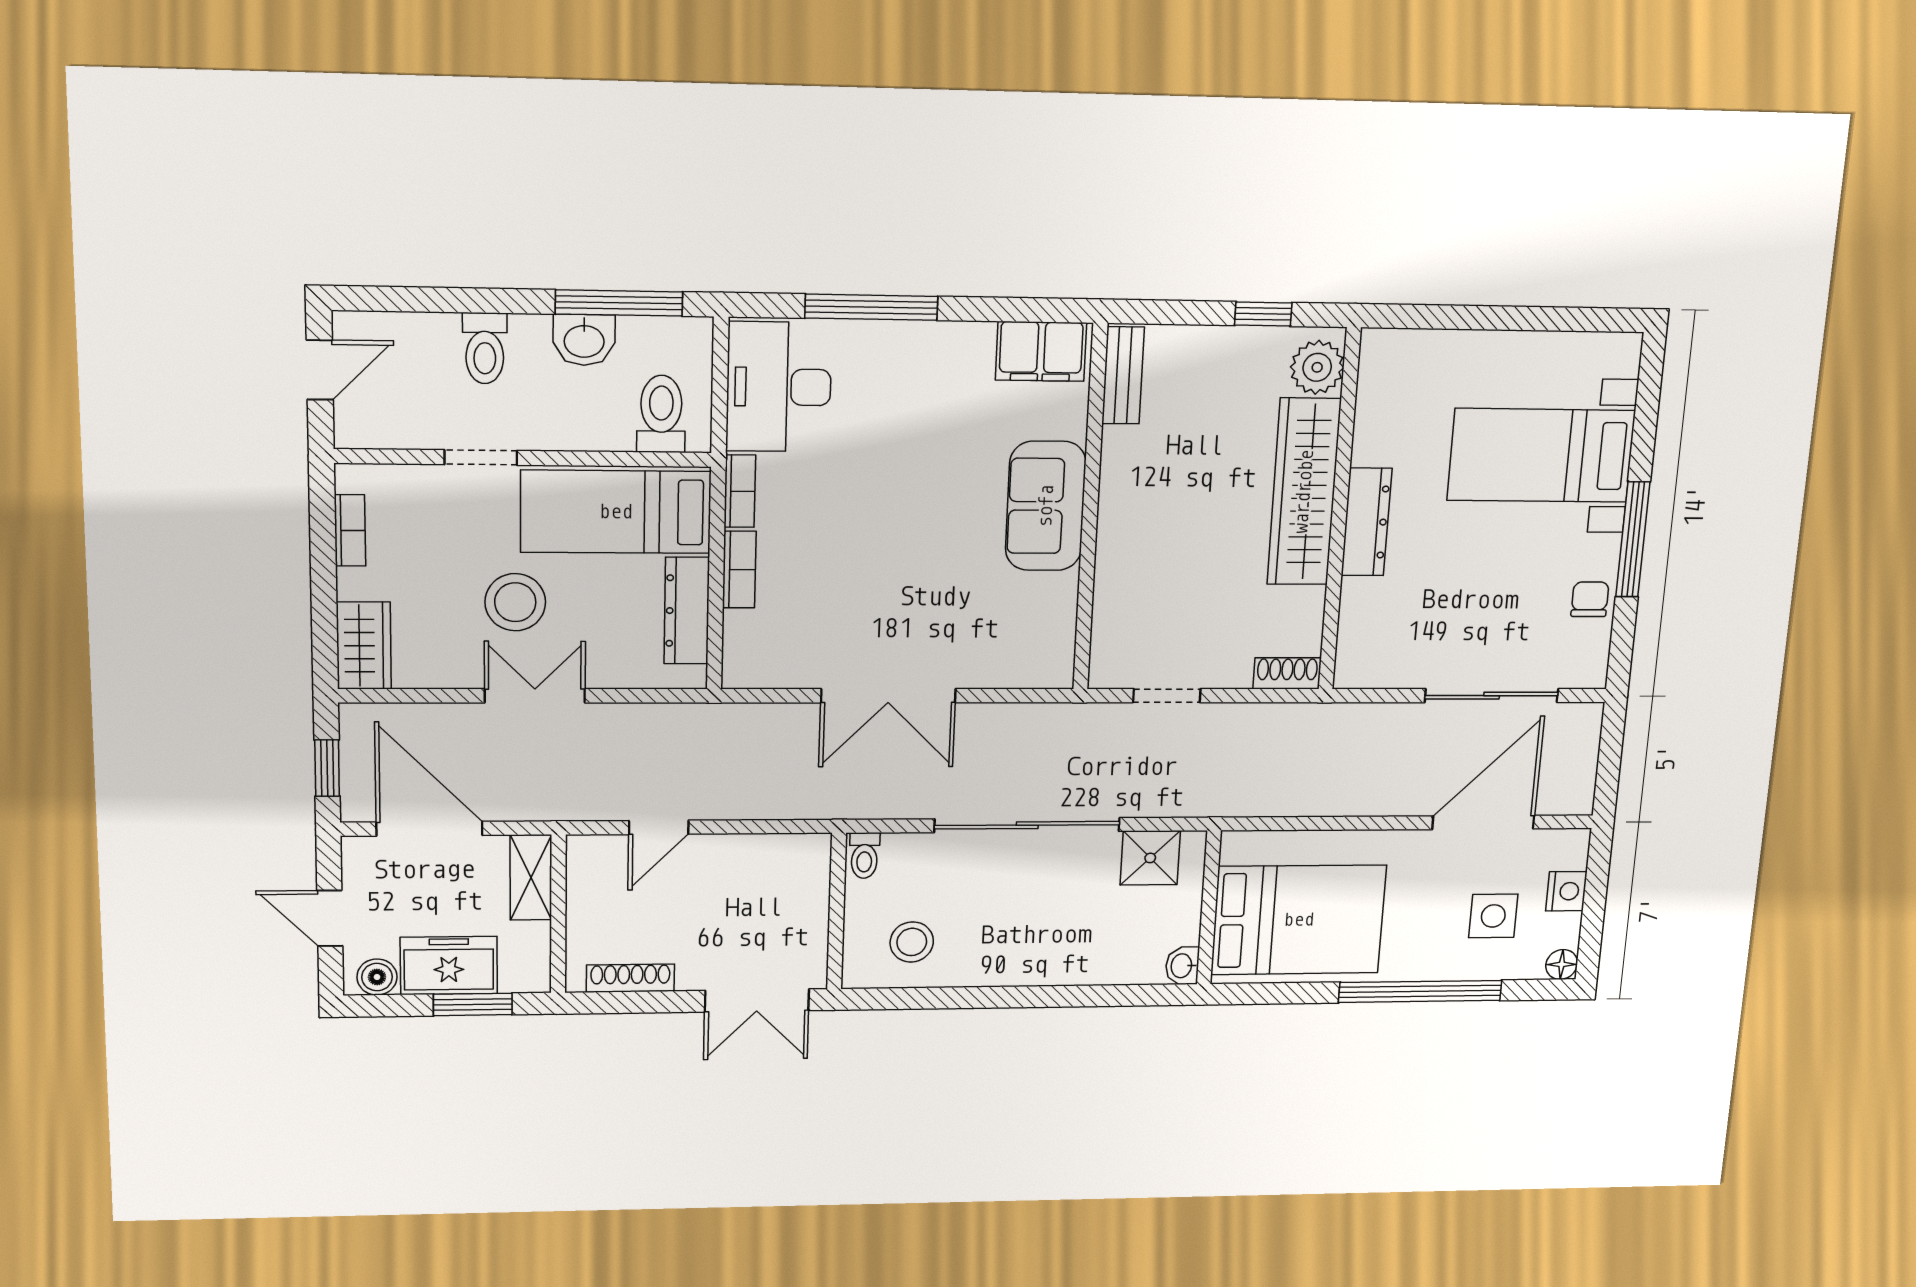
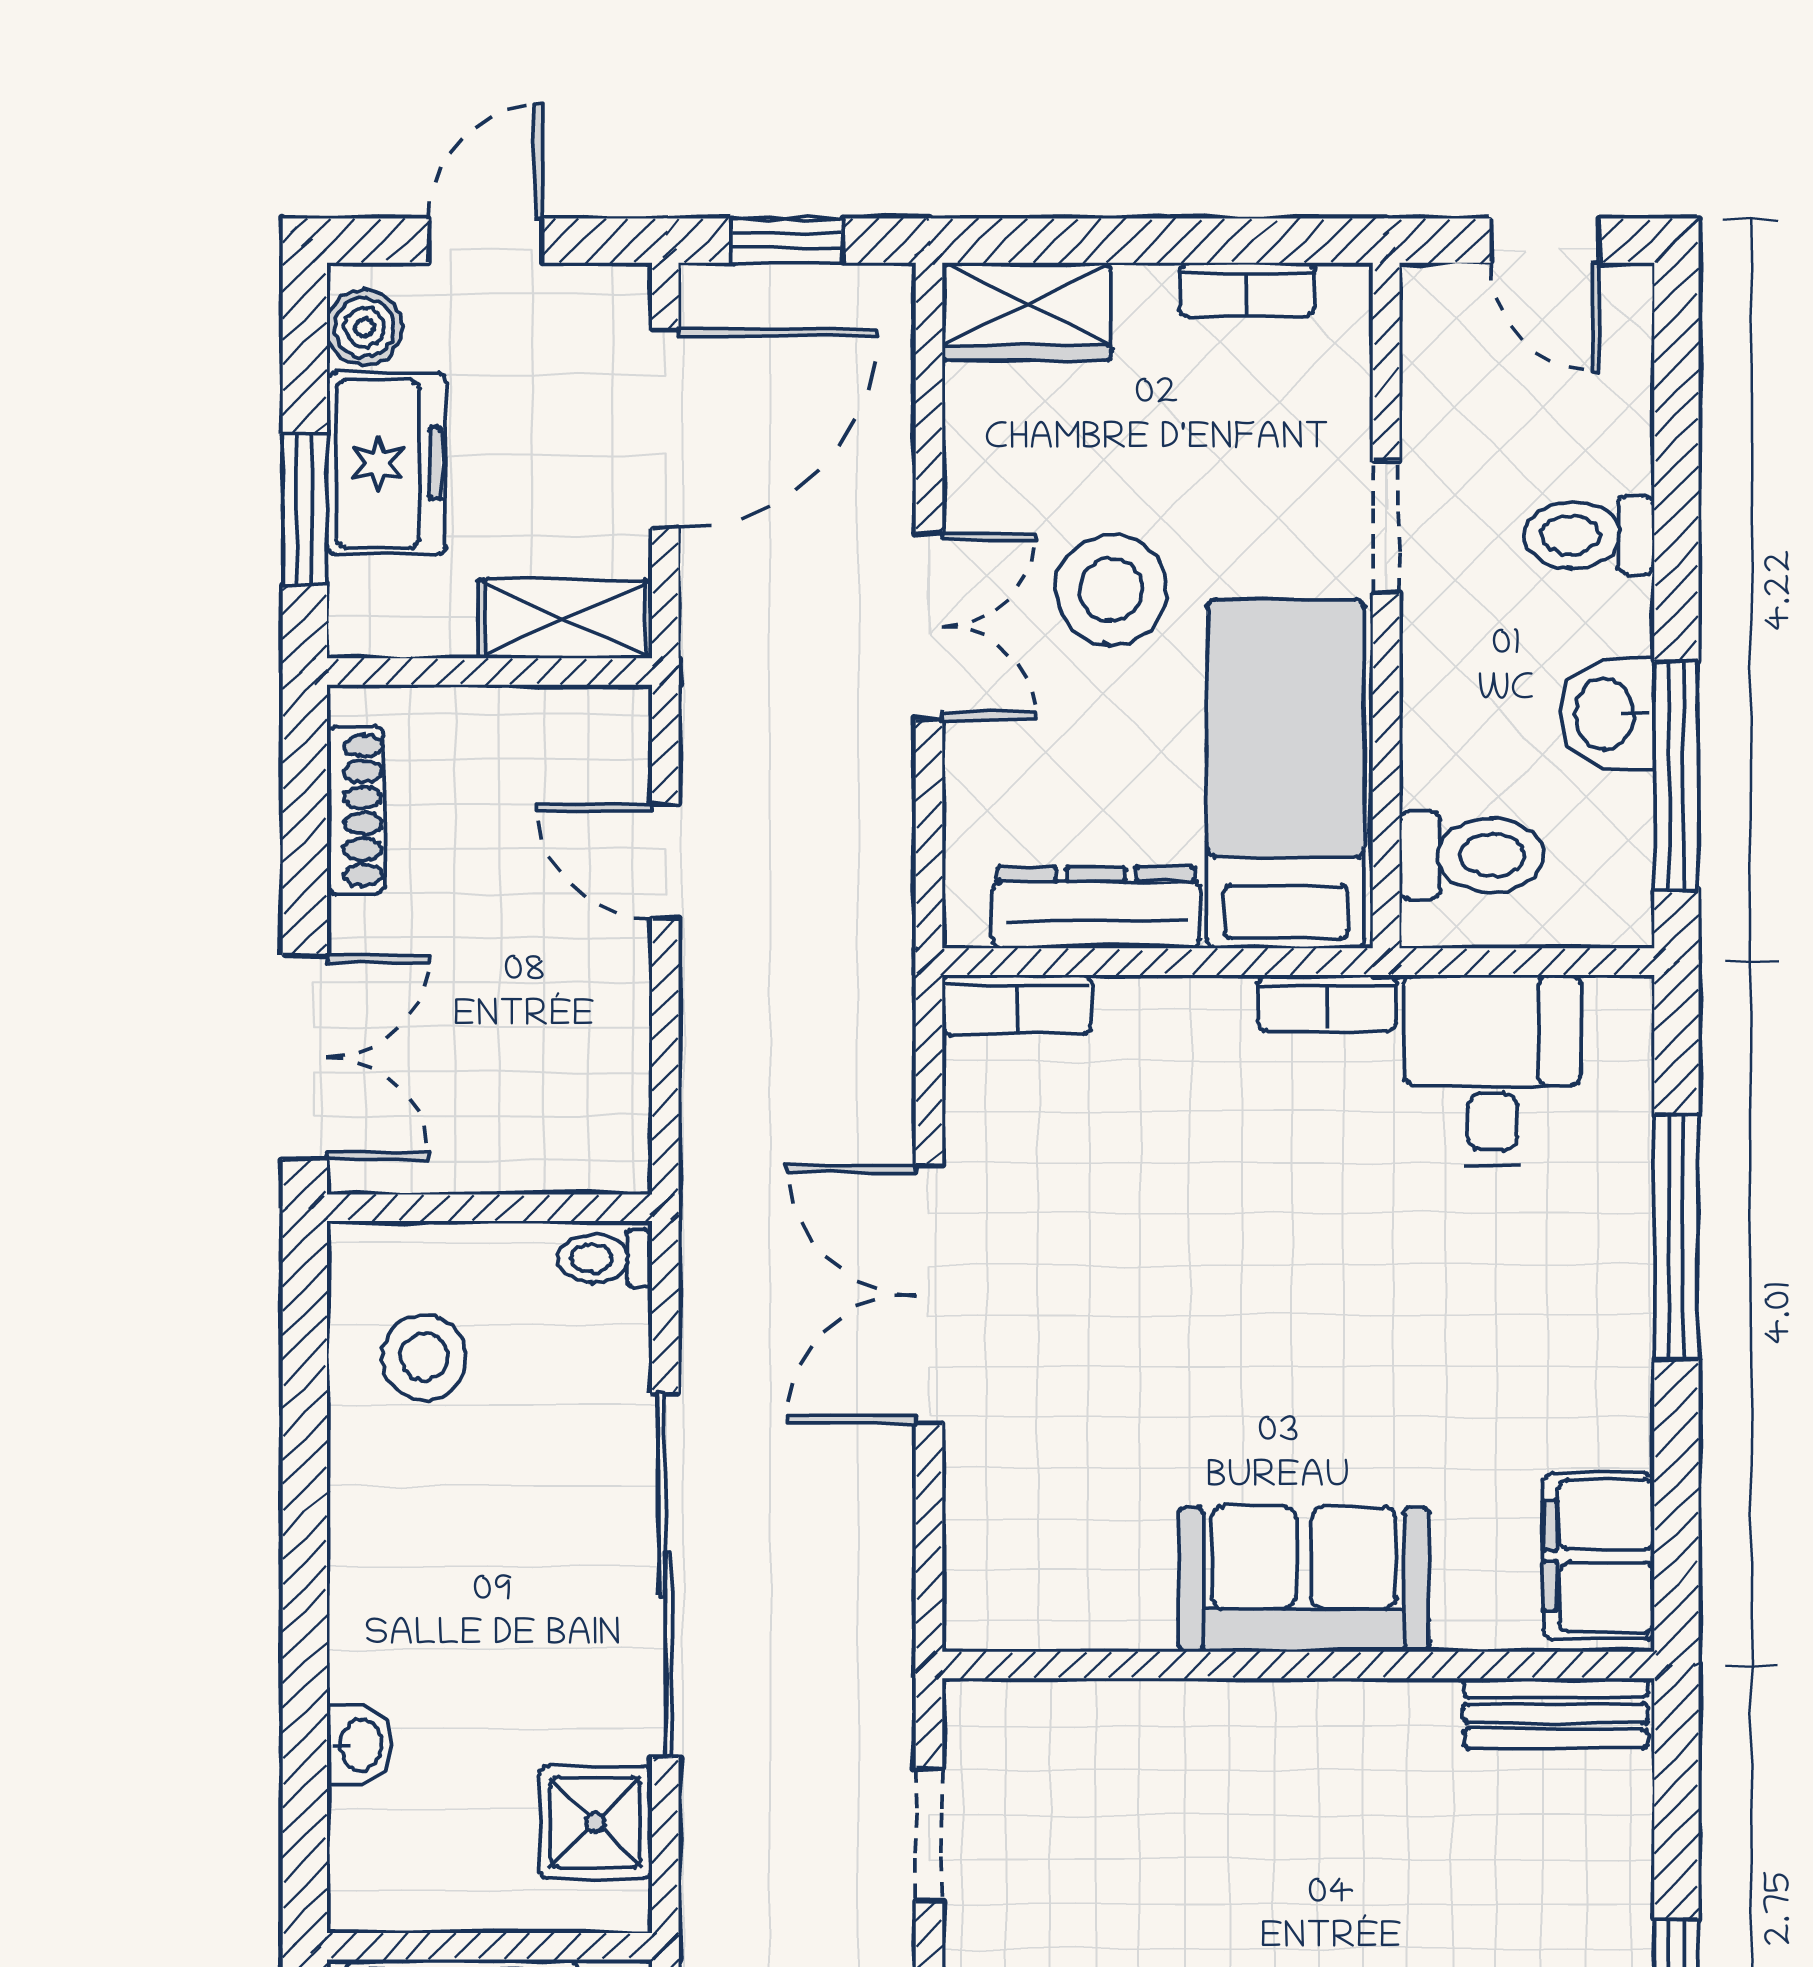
desk: (779, 387) -> (1492, 1070), width x0.73
bookcase: (739, 570) -> (1017, 1005), moved
washbasin: (1182, 966) -> (359, 1745), moved, turned 90
double door: (757, 1001) -> (305, 1057), swing flipped

